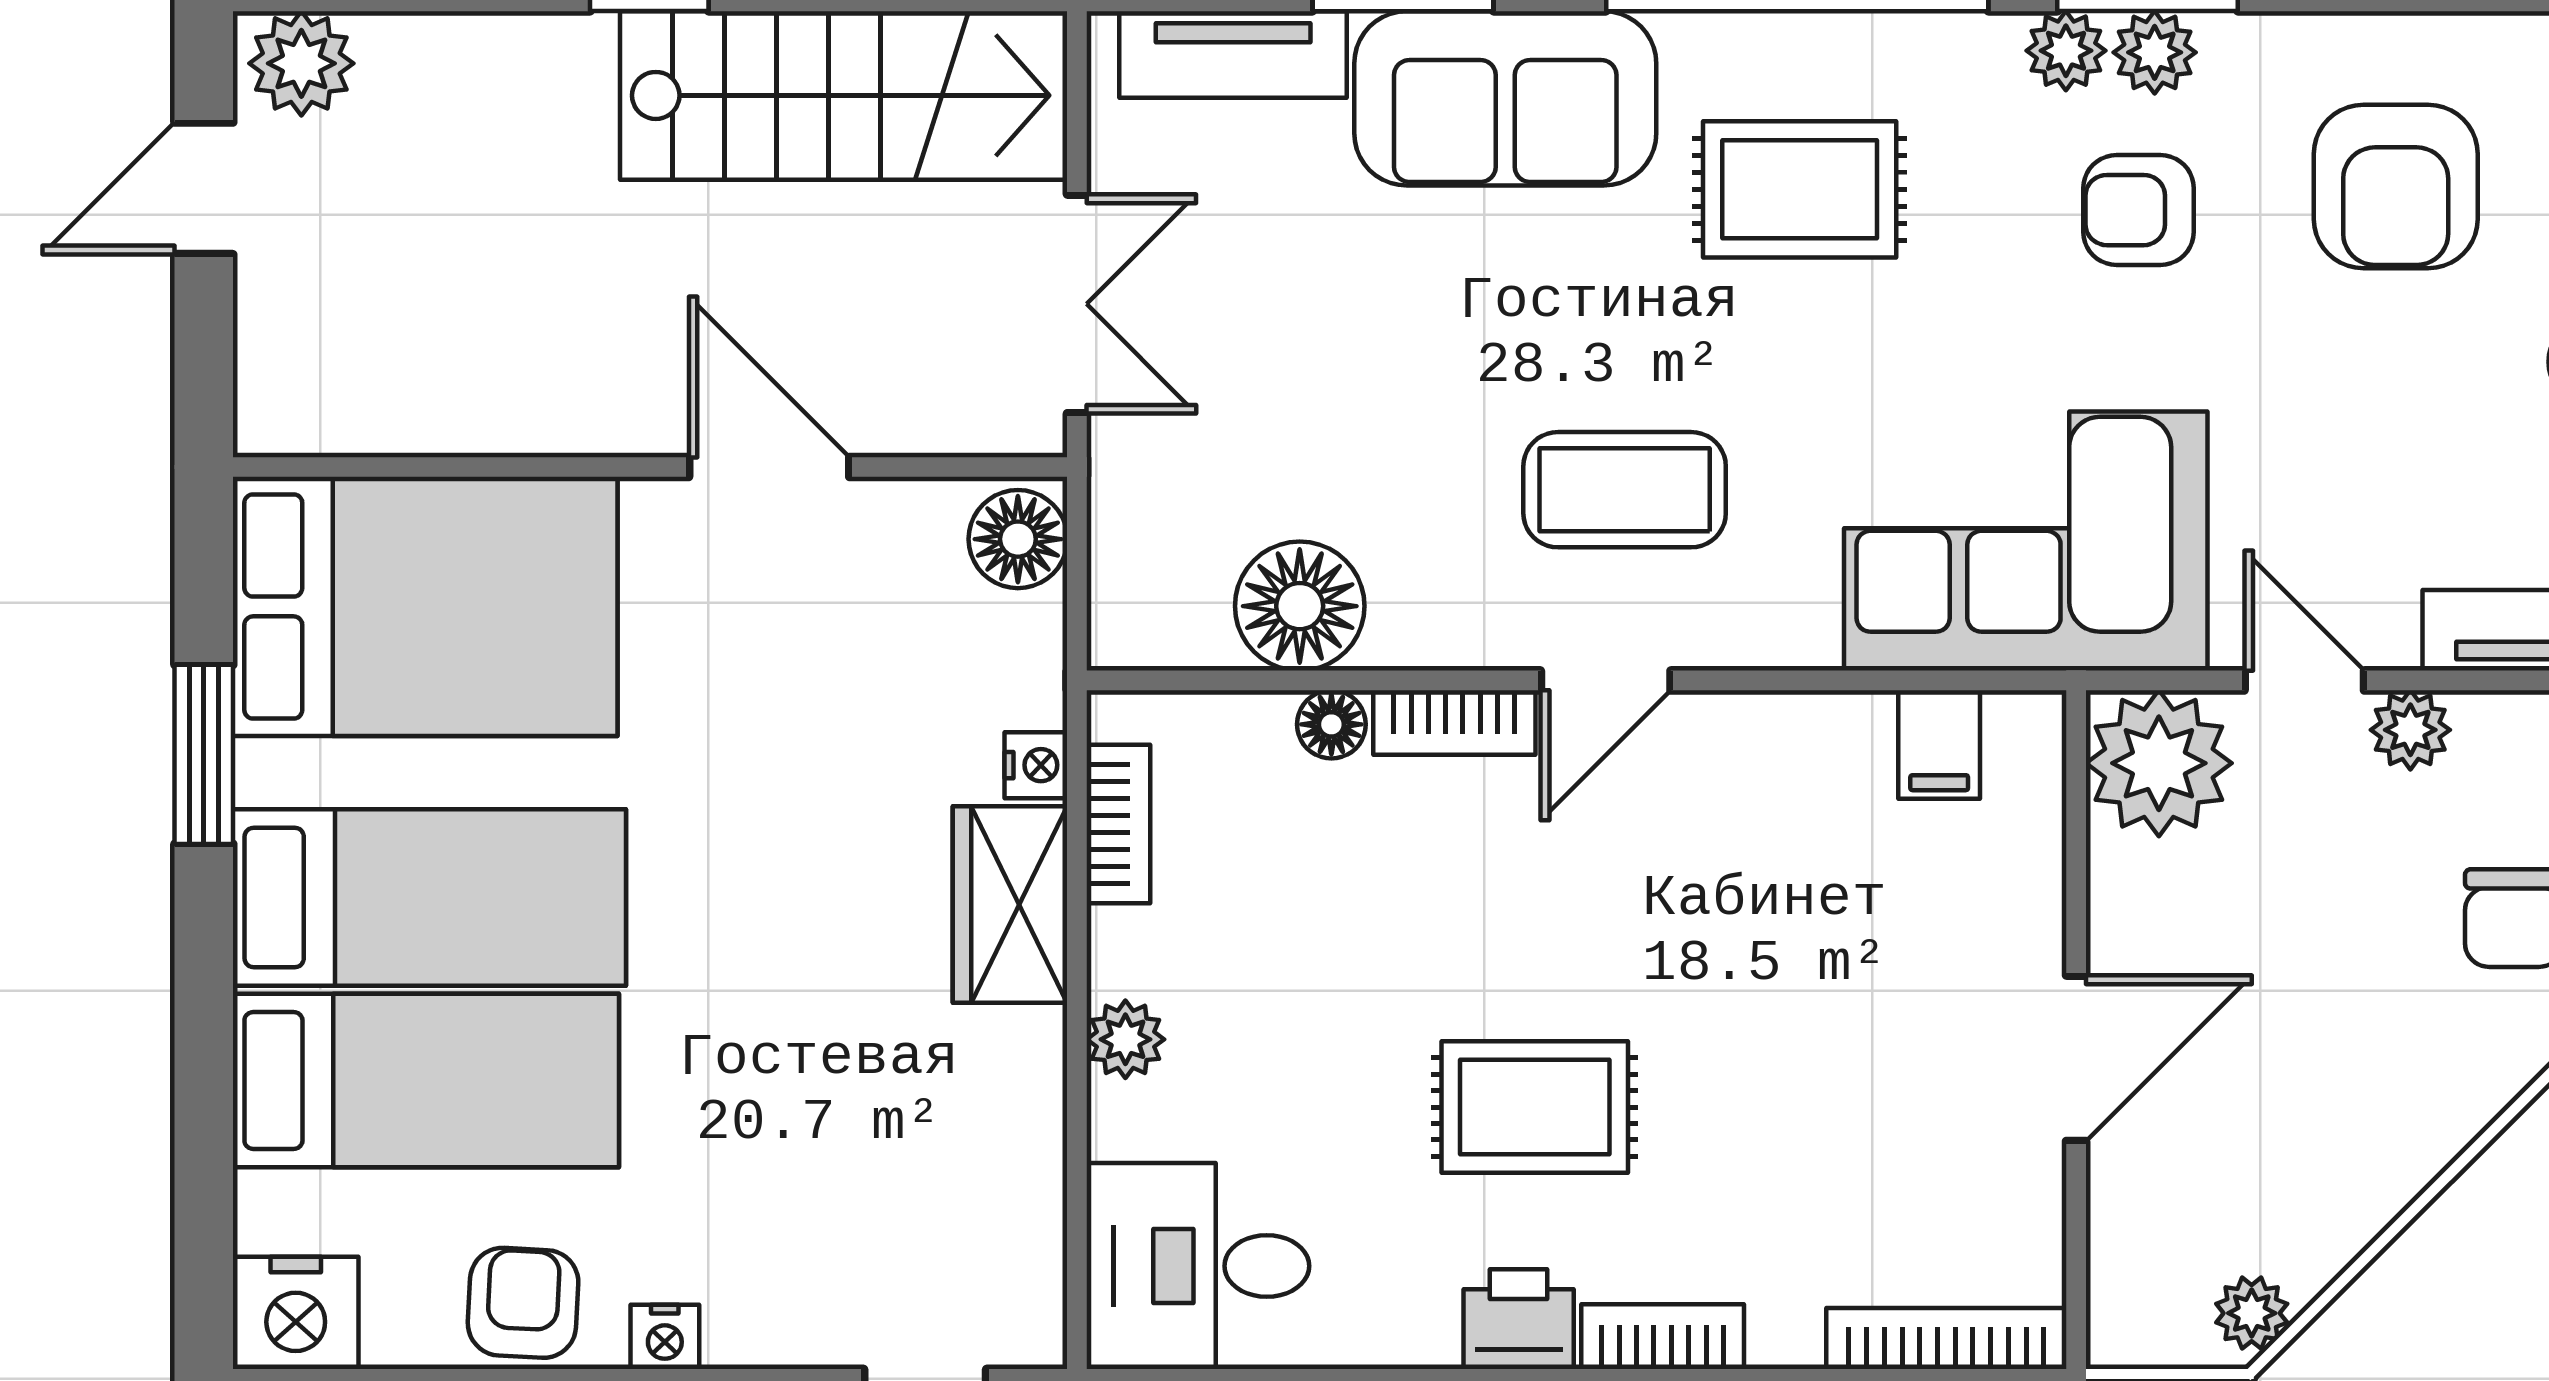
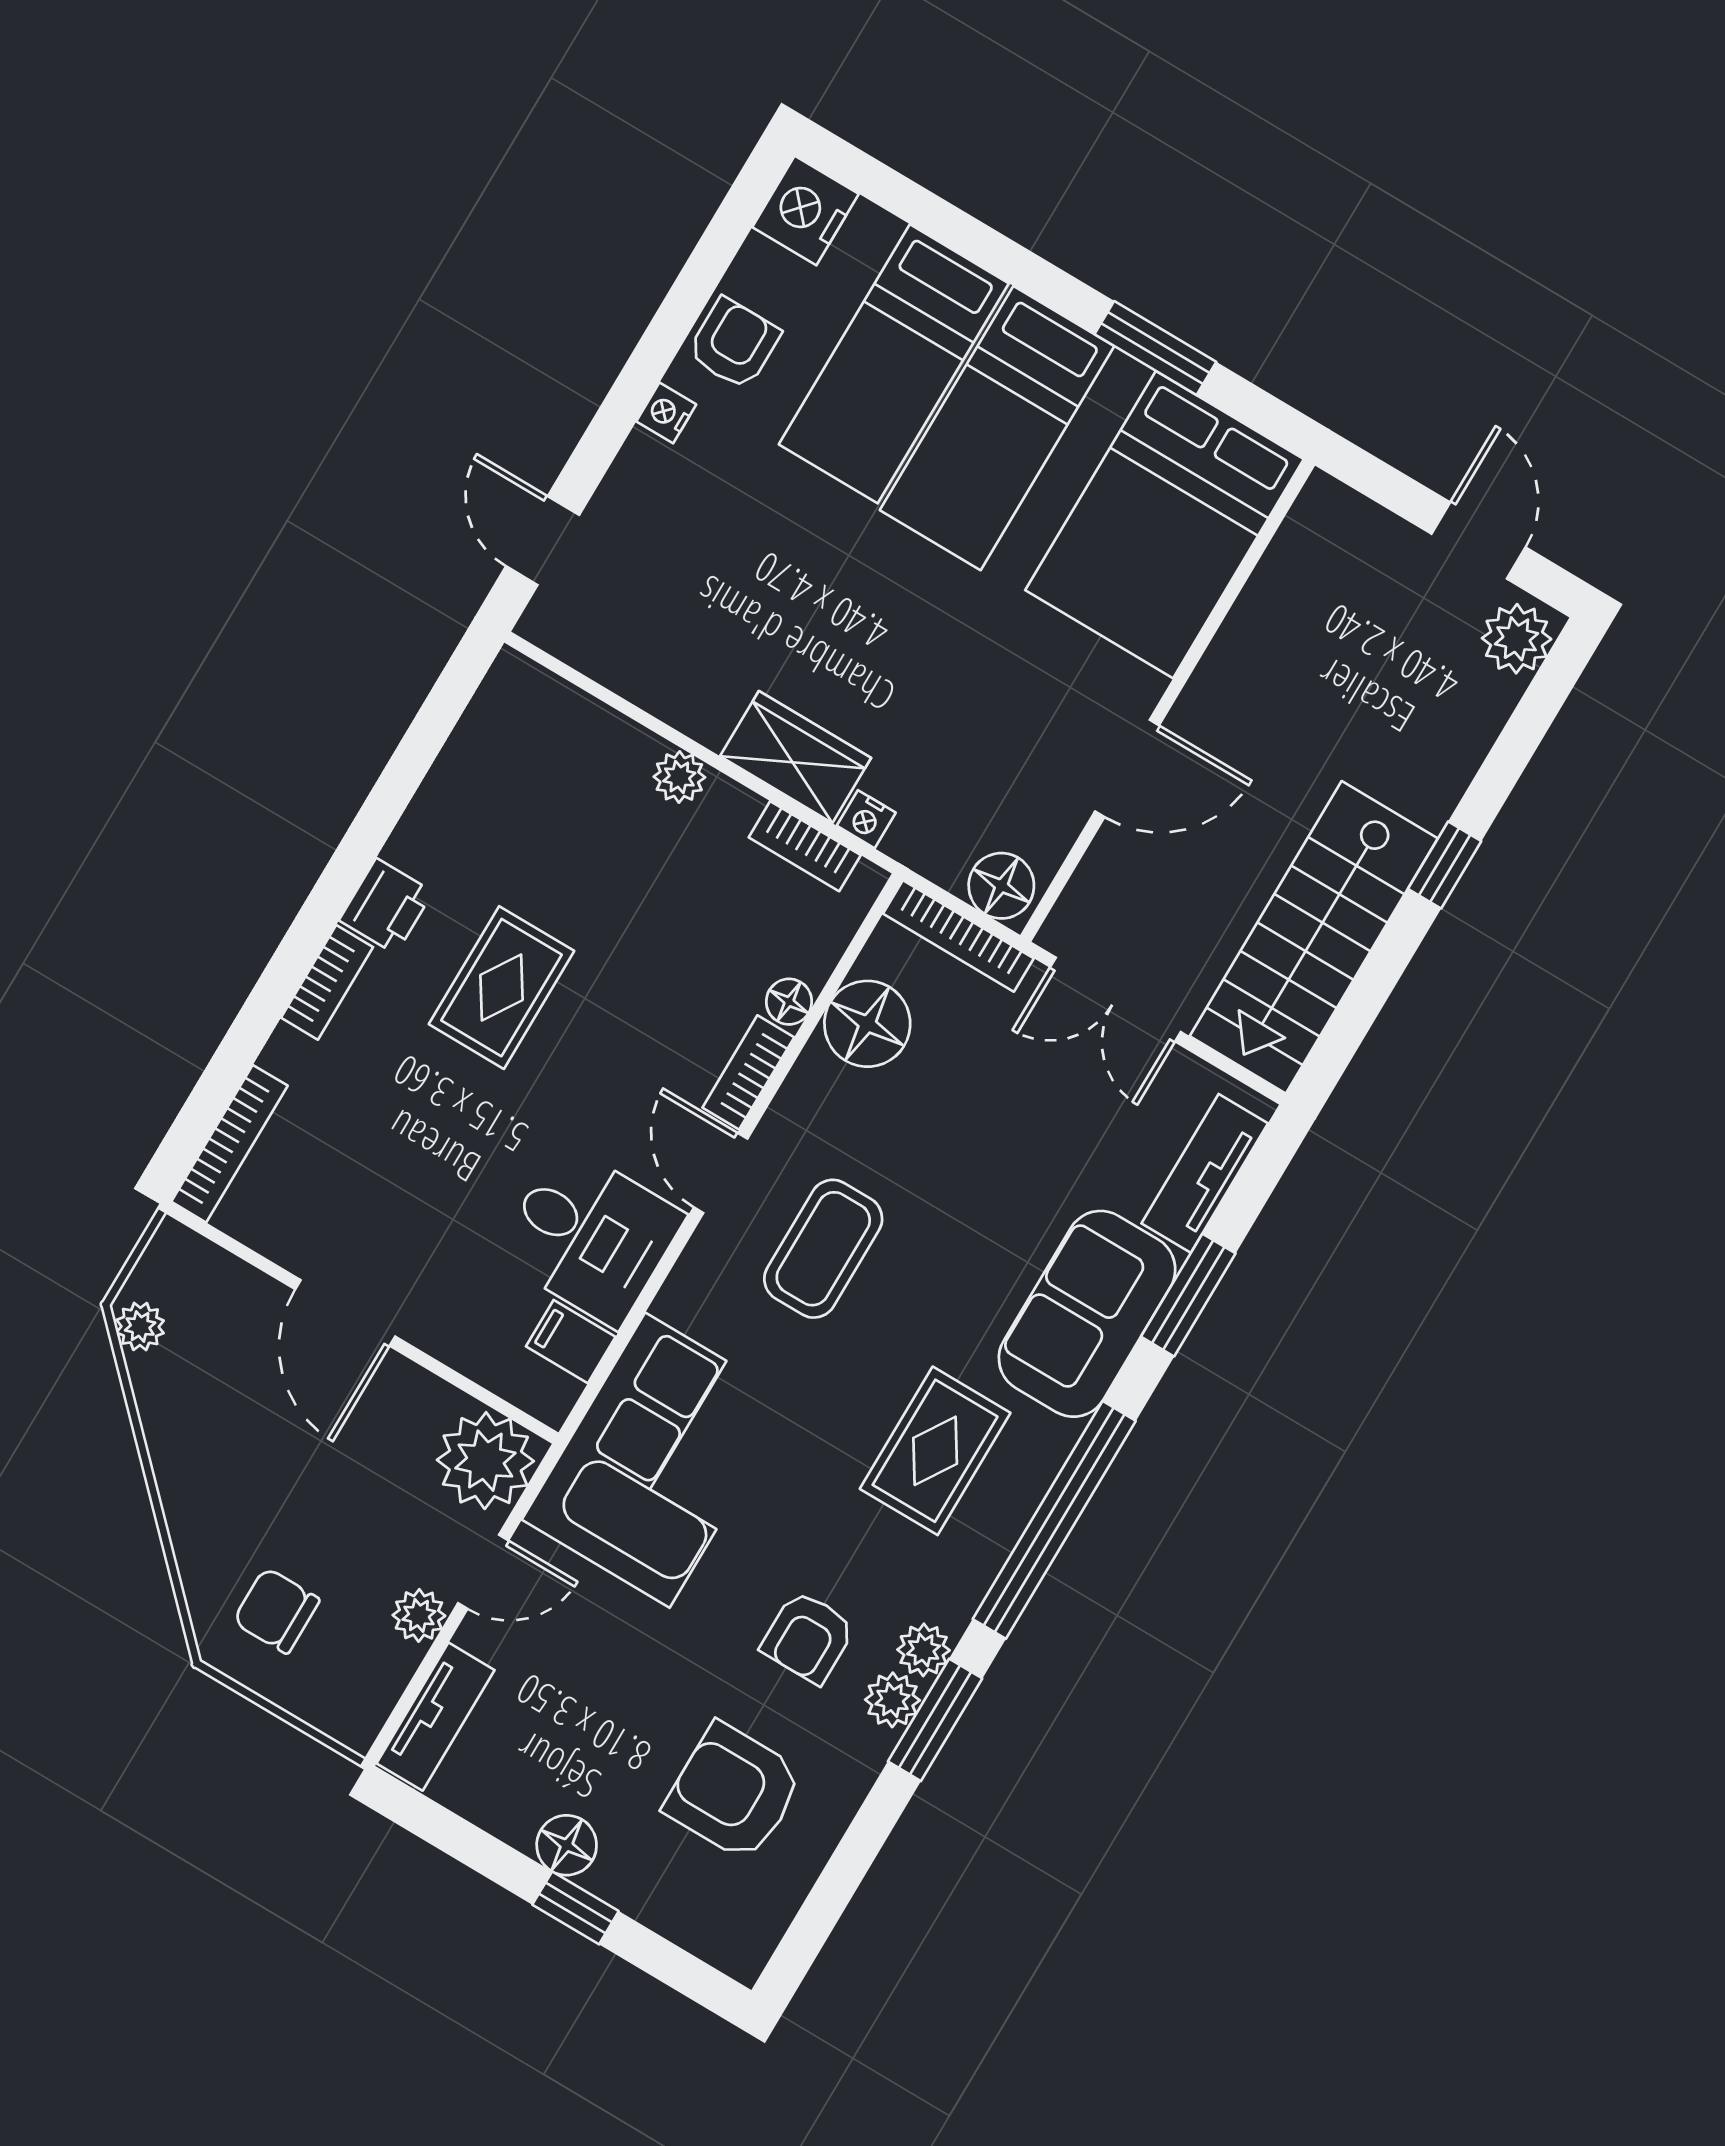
armchair: (2139, 210) -> (808, 1637), turned 180
bookcase: (1116, 556) -> (958, 936), added
desk: (1198, 1266) -> (590, 1236), moved, turned 90
armchair: (523, 1303) -> (734, 344), turned -93

